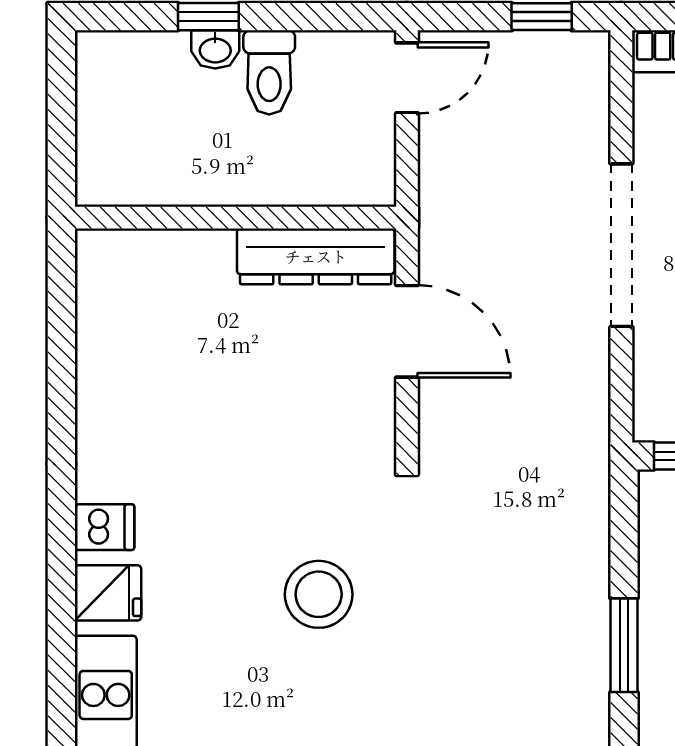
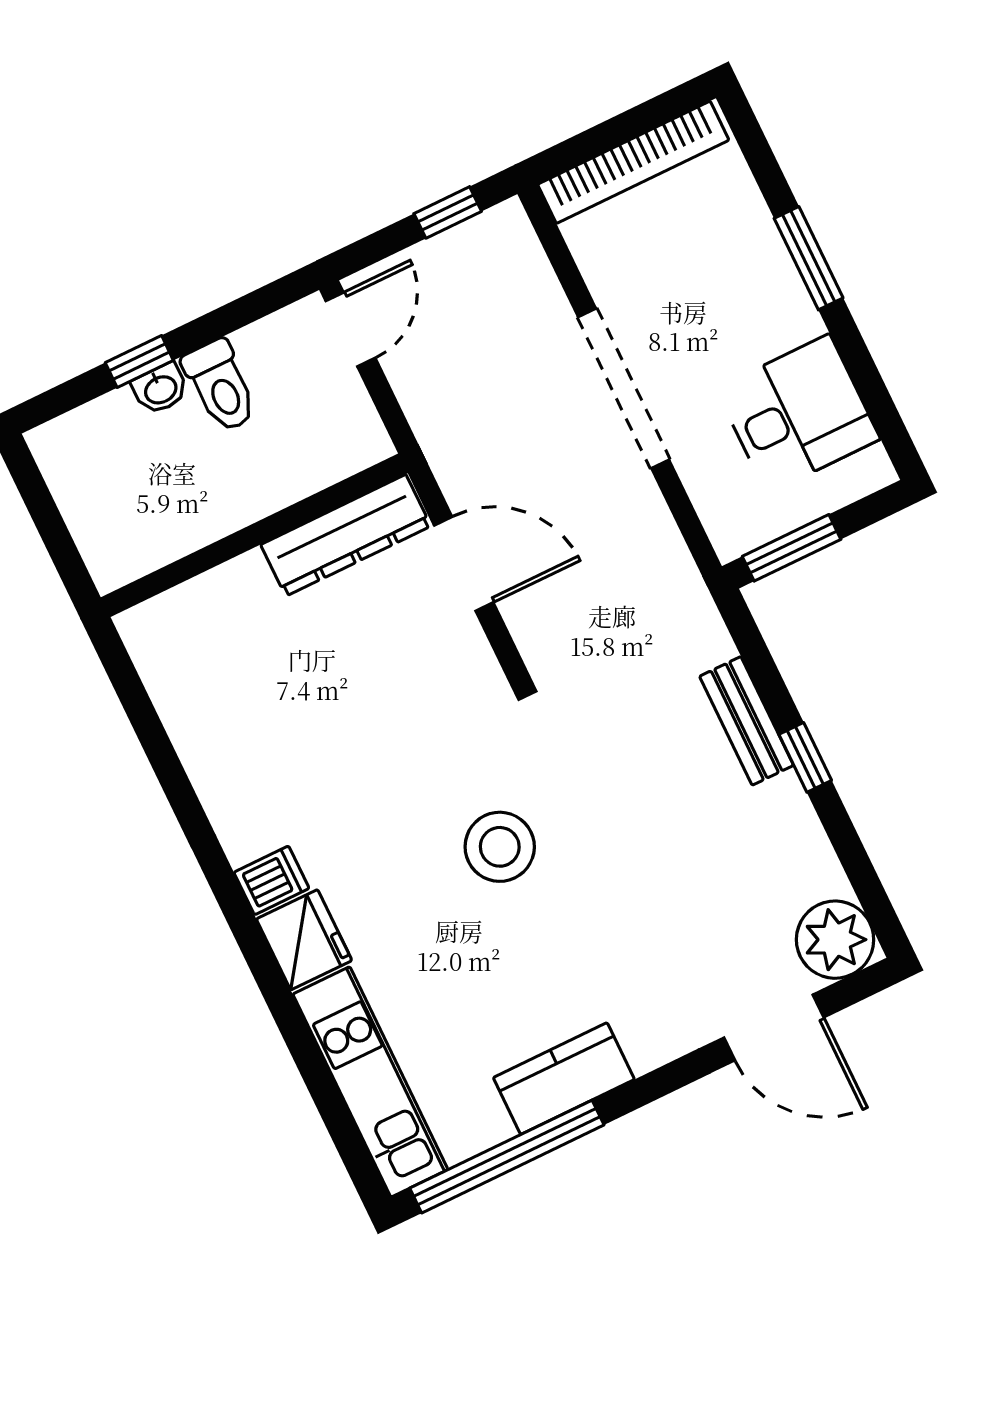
bench: (588, 588) -> (747, 721), added
fridge: (108, 593) -> (304, 940), width x1.38
window: (624, 645) -> (805, 757), width x0.67

